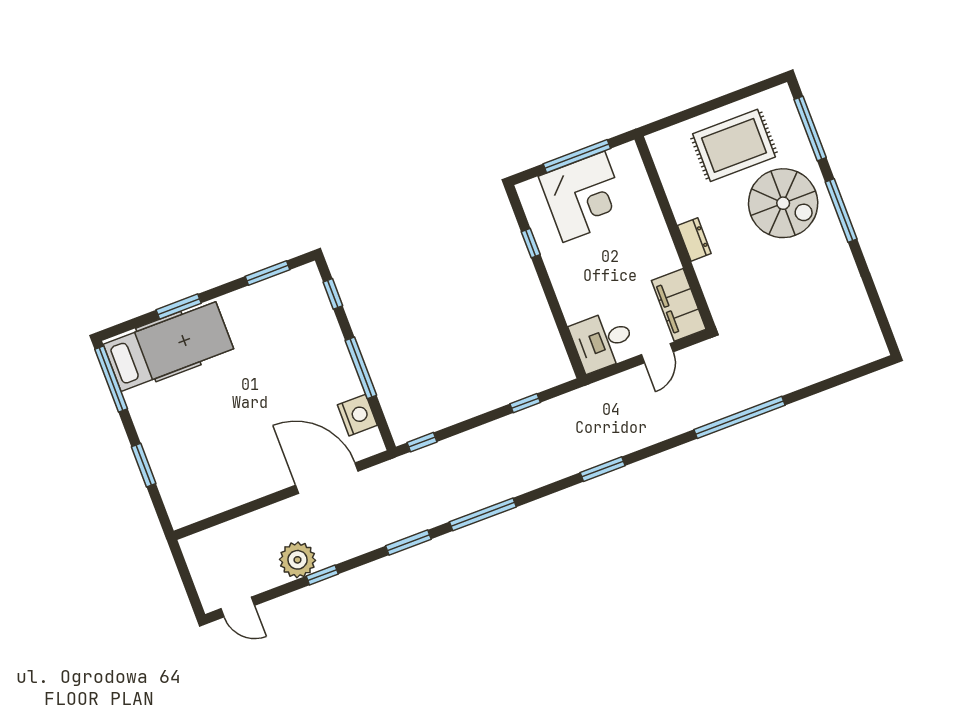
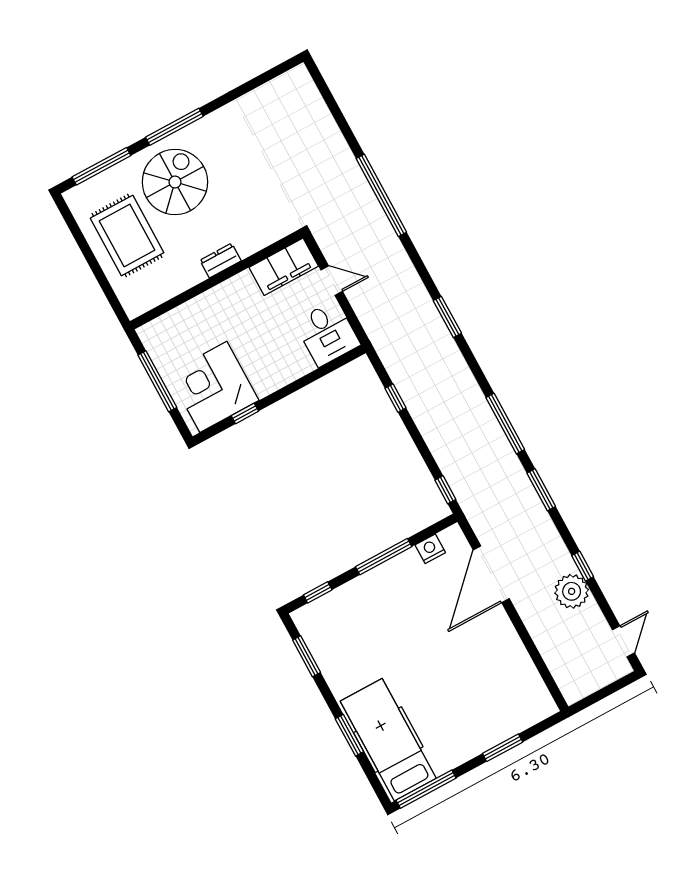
corner desk: (584, 197) -> (213, 387), moved, turned -90
nightstand: (357, 415) -> (430, 549), width x0.74, depth x0.75

